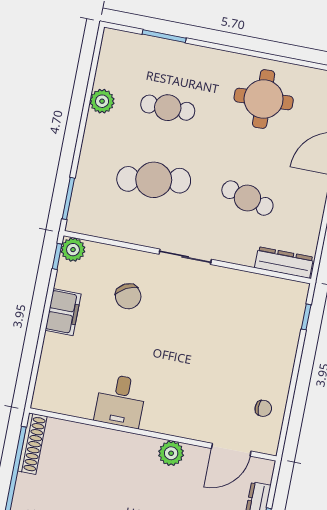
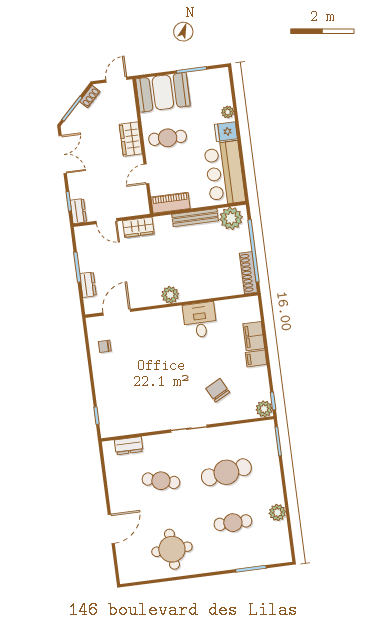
dresser: (284, 262) -> (129, 446), width x0.70
filing cabinet: (63, 312) -> (256, 358), width x0.50
filing cabinet: (54, 354) -> (254, 336), added
plant: (171, 453) -> (170, 295), moved

